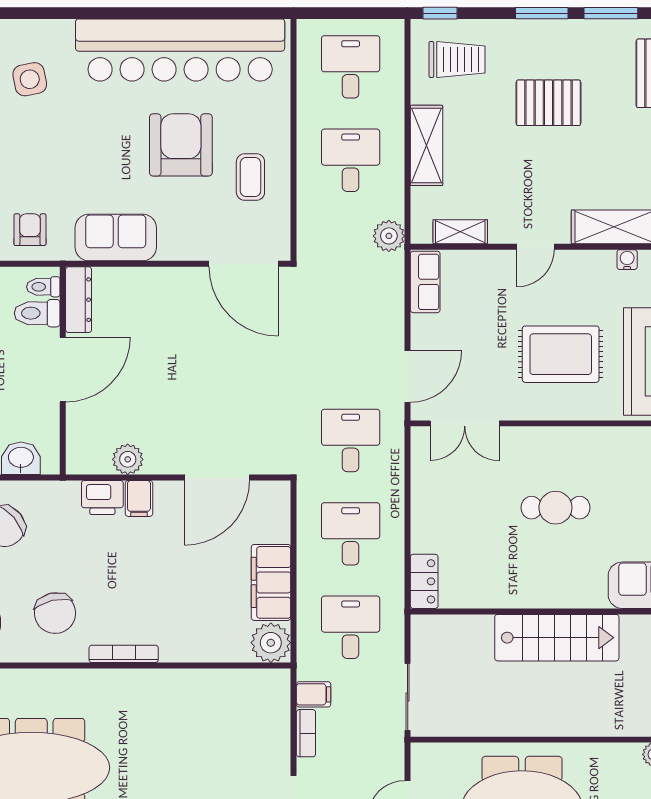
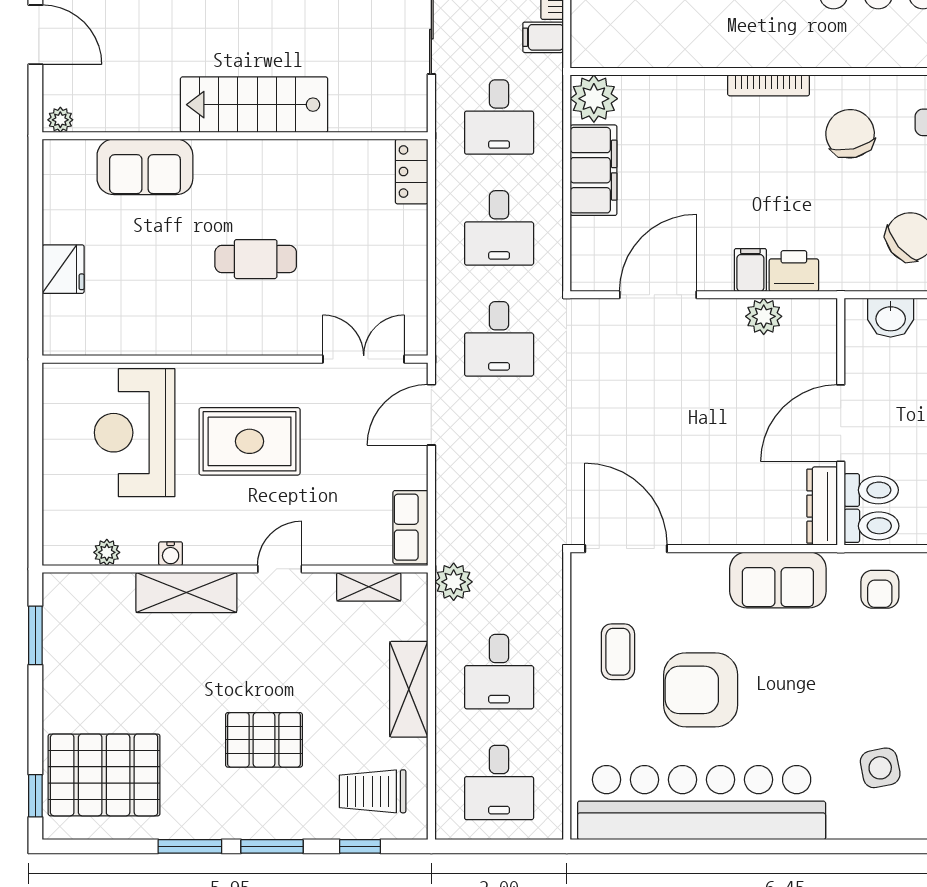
window: (440, 13) -> (360, 846), moved
armchair: (181, 145) -> (701, 690), turned 90
toilet: (43, 287) -> (872, 526), width x1.37, depth x1.39

